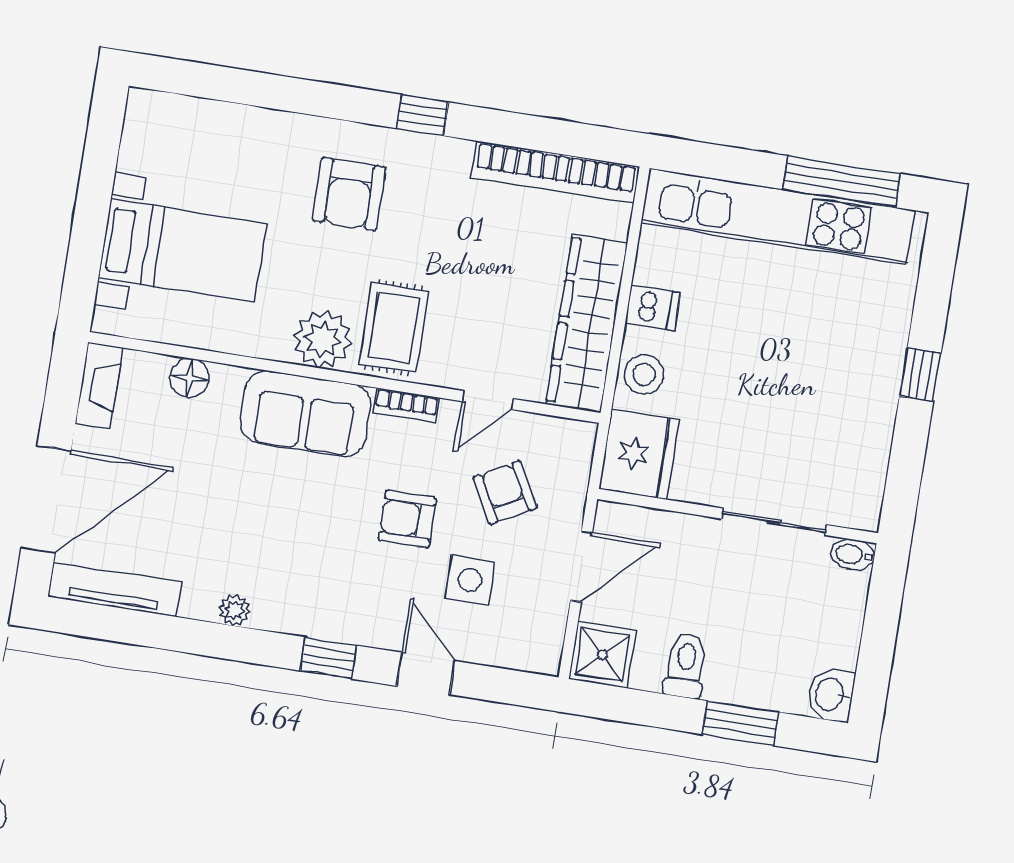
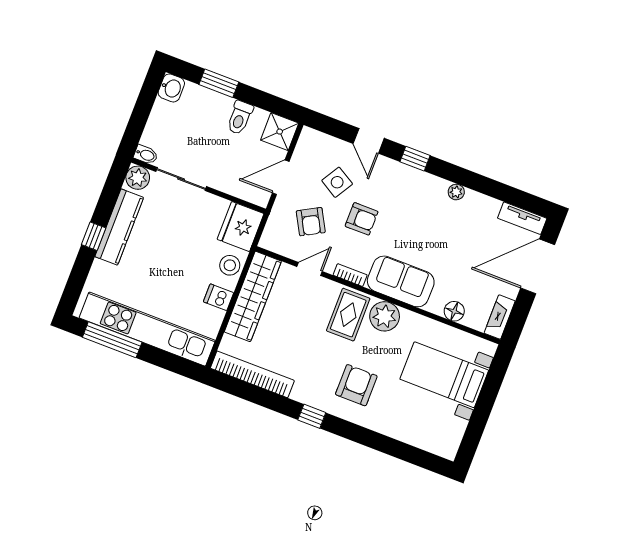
kitchen counter: (874, 403) -> (119, 227), added
plant: (859, 507) -> (138, 178), added
side table: (470, 580) -> (337, 182), turned 31
tv unit: (114, 589) -> (522, 218), width x0.71

